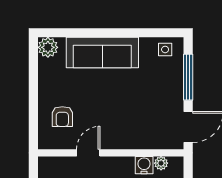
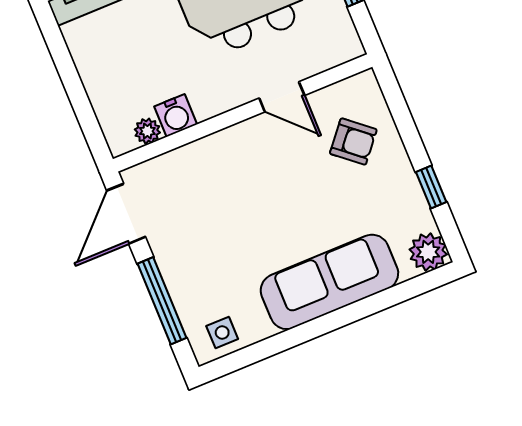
window: (33, 79) -> (431, 187), added
armchair: (62, 117) -> (353, 142), turned 130
door: (88, 153) -> (282, 97), hinge flipped

